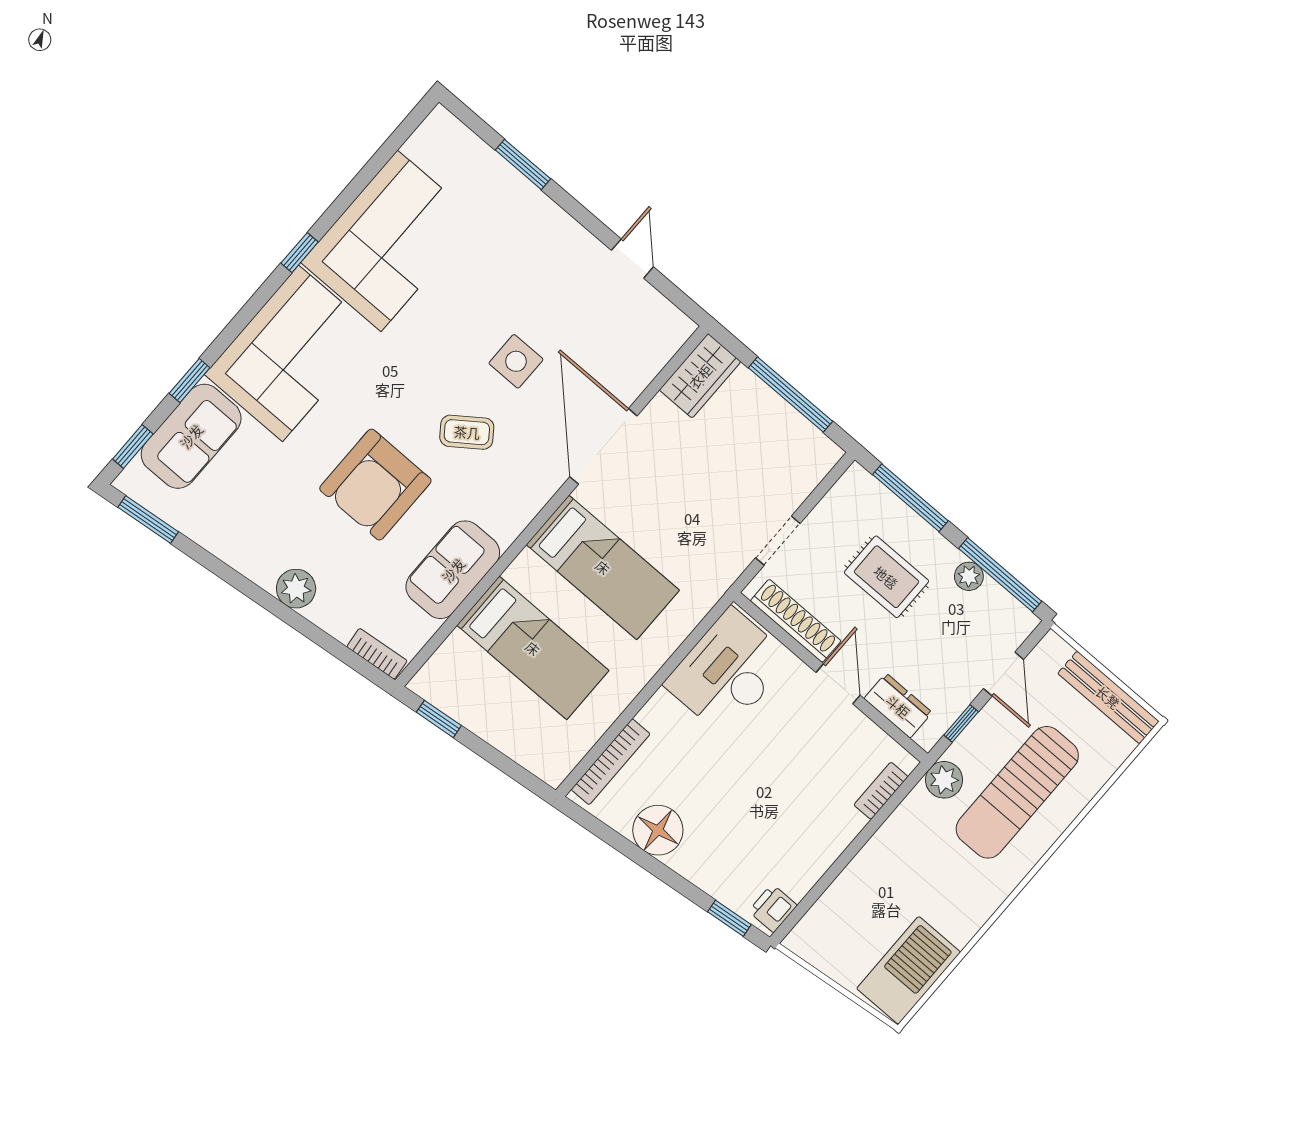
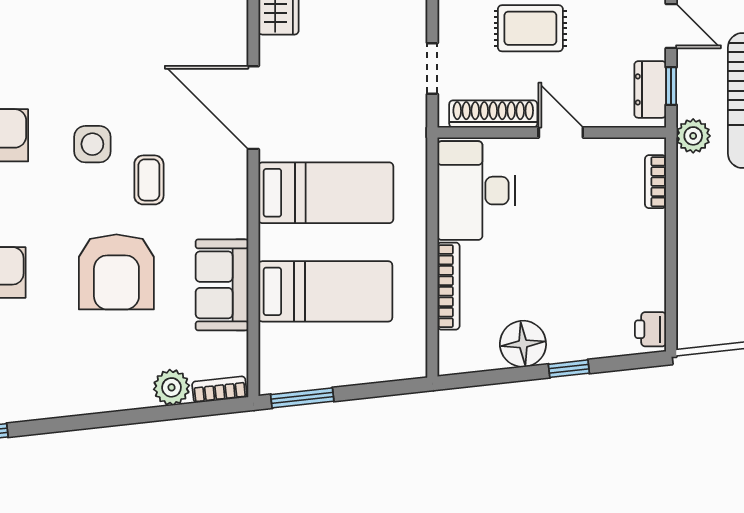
side table: (516, 361) -> (92, 144), moved
coffee table: (467, 432) -> (149, 180), turned -54
plant: (296, 589) -> (171, 387), moved
dresser: (898, 706) -> (650, 89), moved, turned -90
window: (439, 719) -> (302, 398), width x1.50
bookcase: (611, 762) -> (448, 286), moved
window: (729, 918) -> (569, 369), moved

